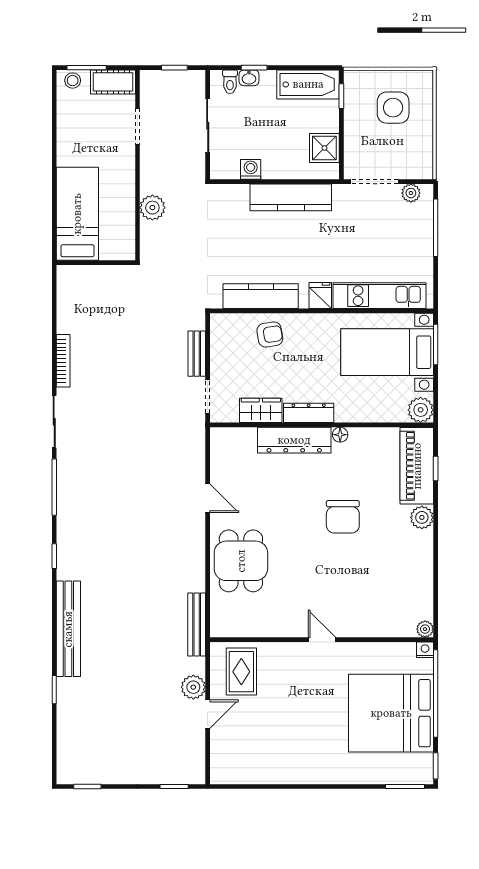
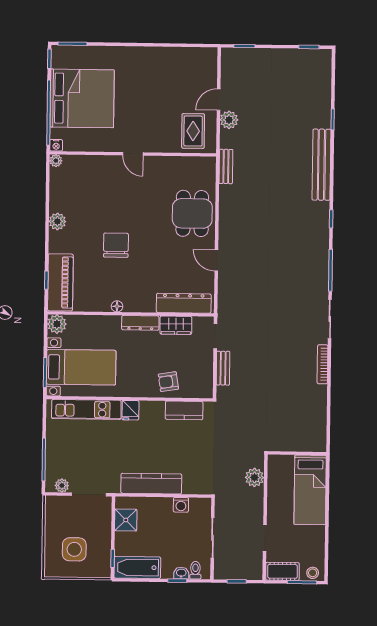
bed: (77, 214) -> (310, 490), moved
wall: (96, 263) -> (297, 453), moved
kitchen counter: (261, 296) -> (184, 410), width x0.67
dresser: (294, 440) -> (184, 303), moved
plant: (422, 517) -> (57, 221), moved
bench: (197, 625) -> (226, 166), width x0.73

